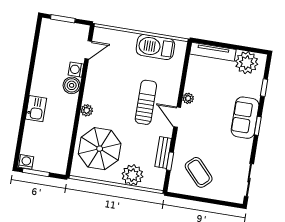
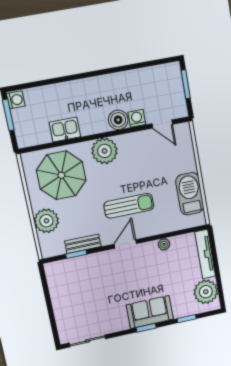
plant: (188, 98) -> (164, 244), moved
kitchen sink: (36, 109) -> (65, 130), moved, turned 180
plant: (87, 110) -> (105, 151), width x1.88, depth x1.88
coffee table: (199, 172) -> (76, 288), removed

